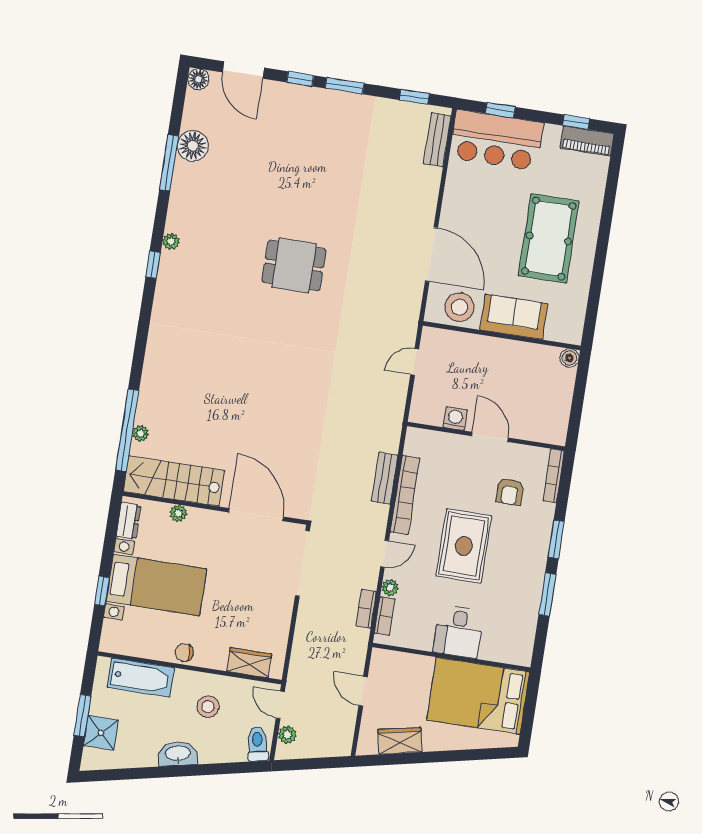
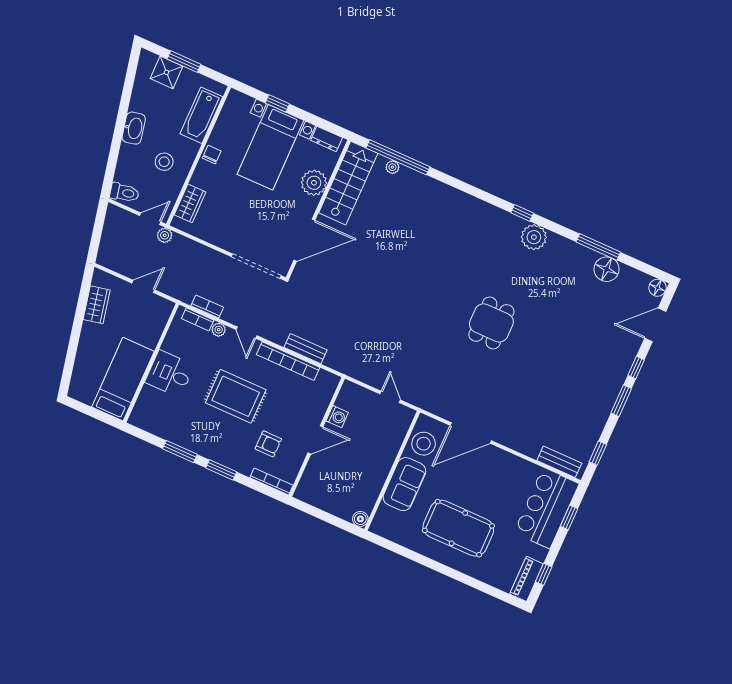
plant: (171, 241) -> (534, 237), width x1.88, depth x1.88
armchair: (510, 492) -> (268, 444), turned 180
plant: (178, 513) -> (314, 183), width x1.88, depth x1.88
bed: (478, 696) -> (123, 379), width x0.67
plant: (287, 735) -> (165, 235), moved

